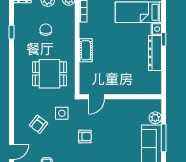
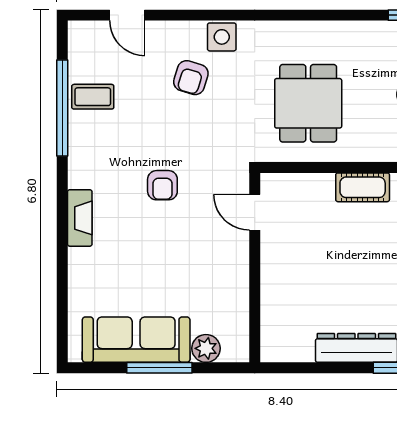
side table: (62, 113) -> (222, 37), moved
armchair: (38, 124) -> (191, 78), turned -111

